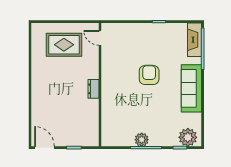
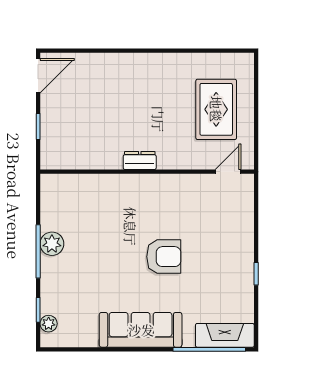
plant: (188, 137) -> (49, 324), width x0.53, depth x0.53

